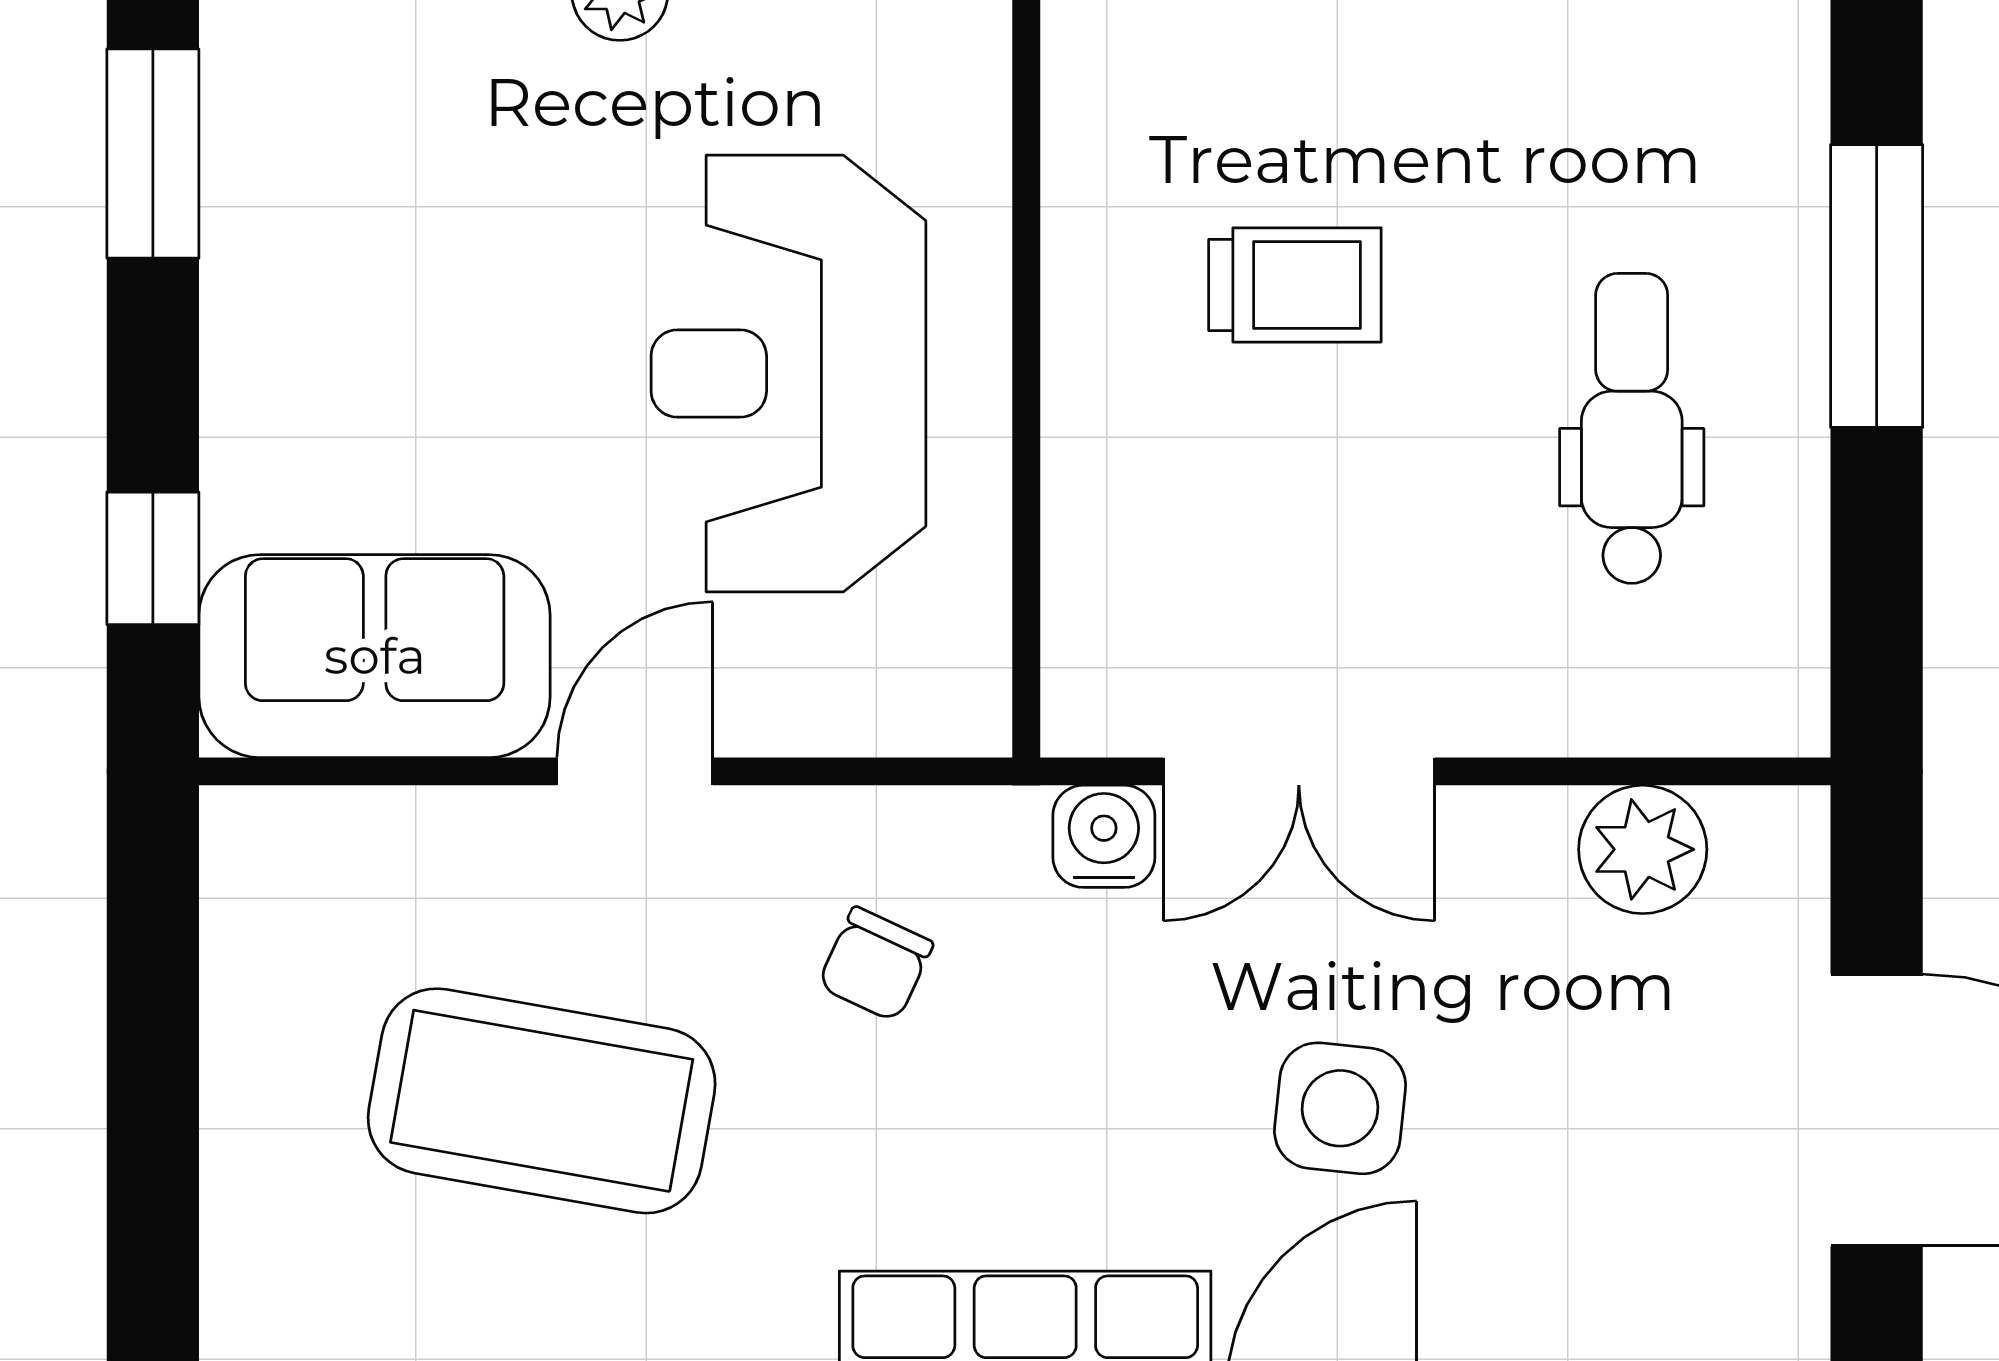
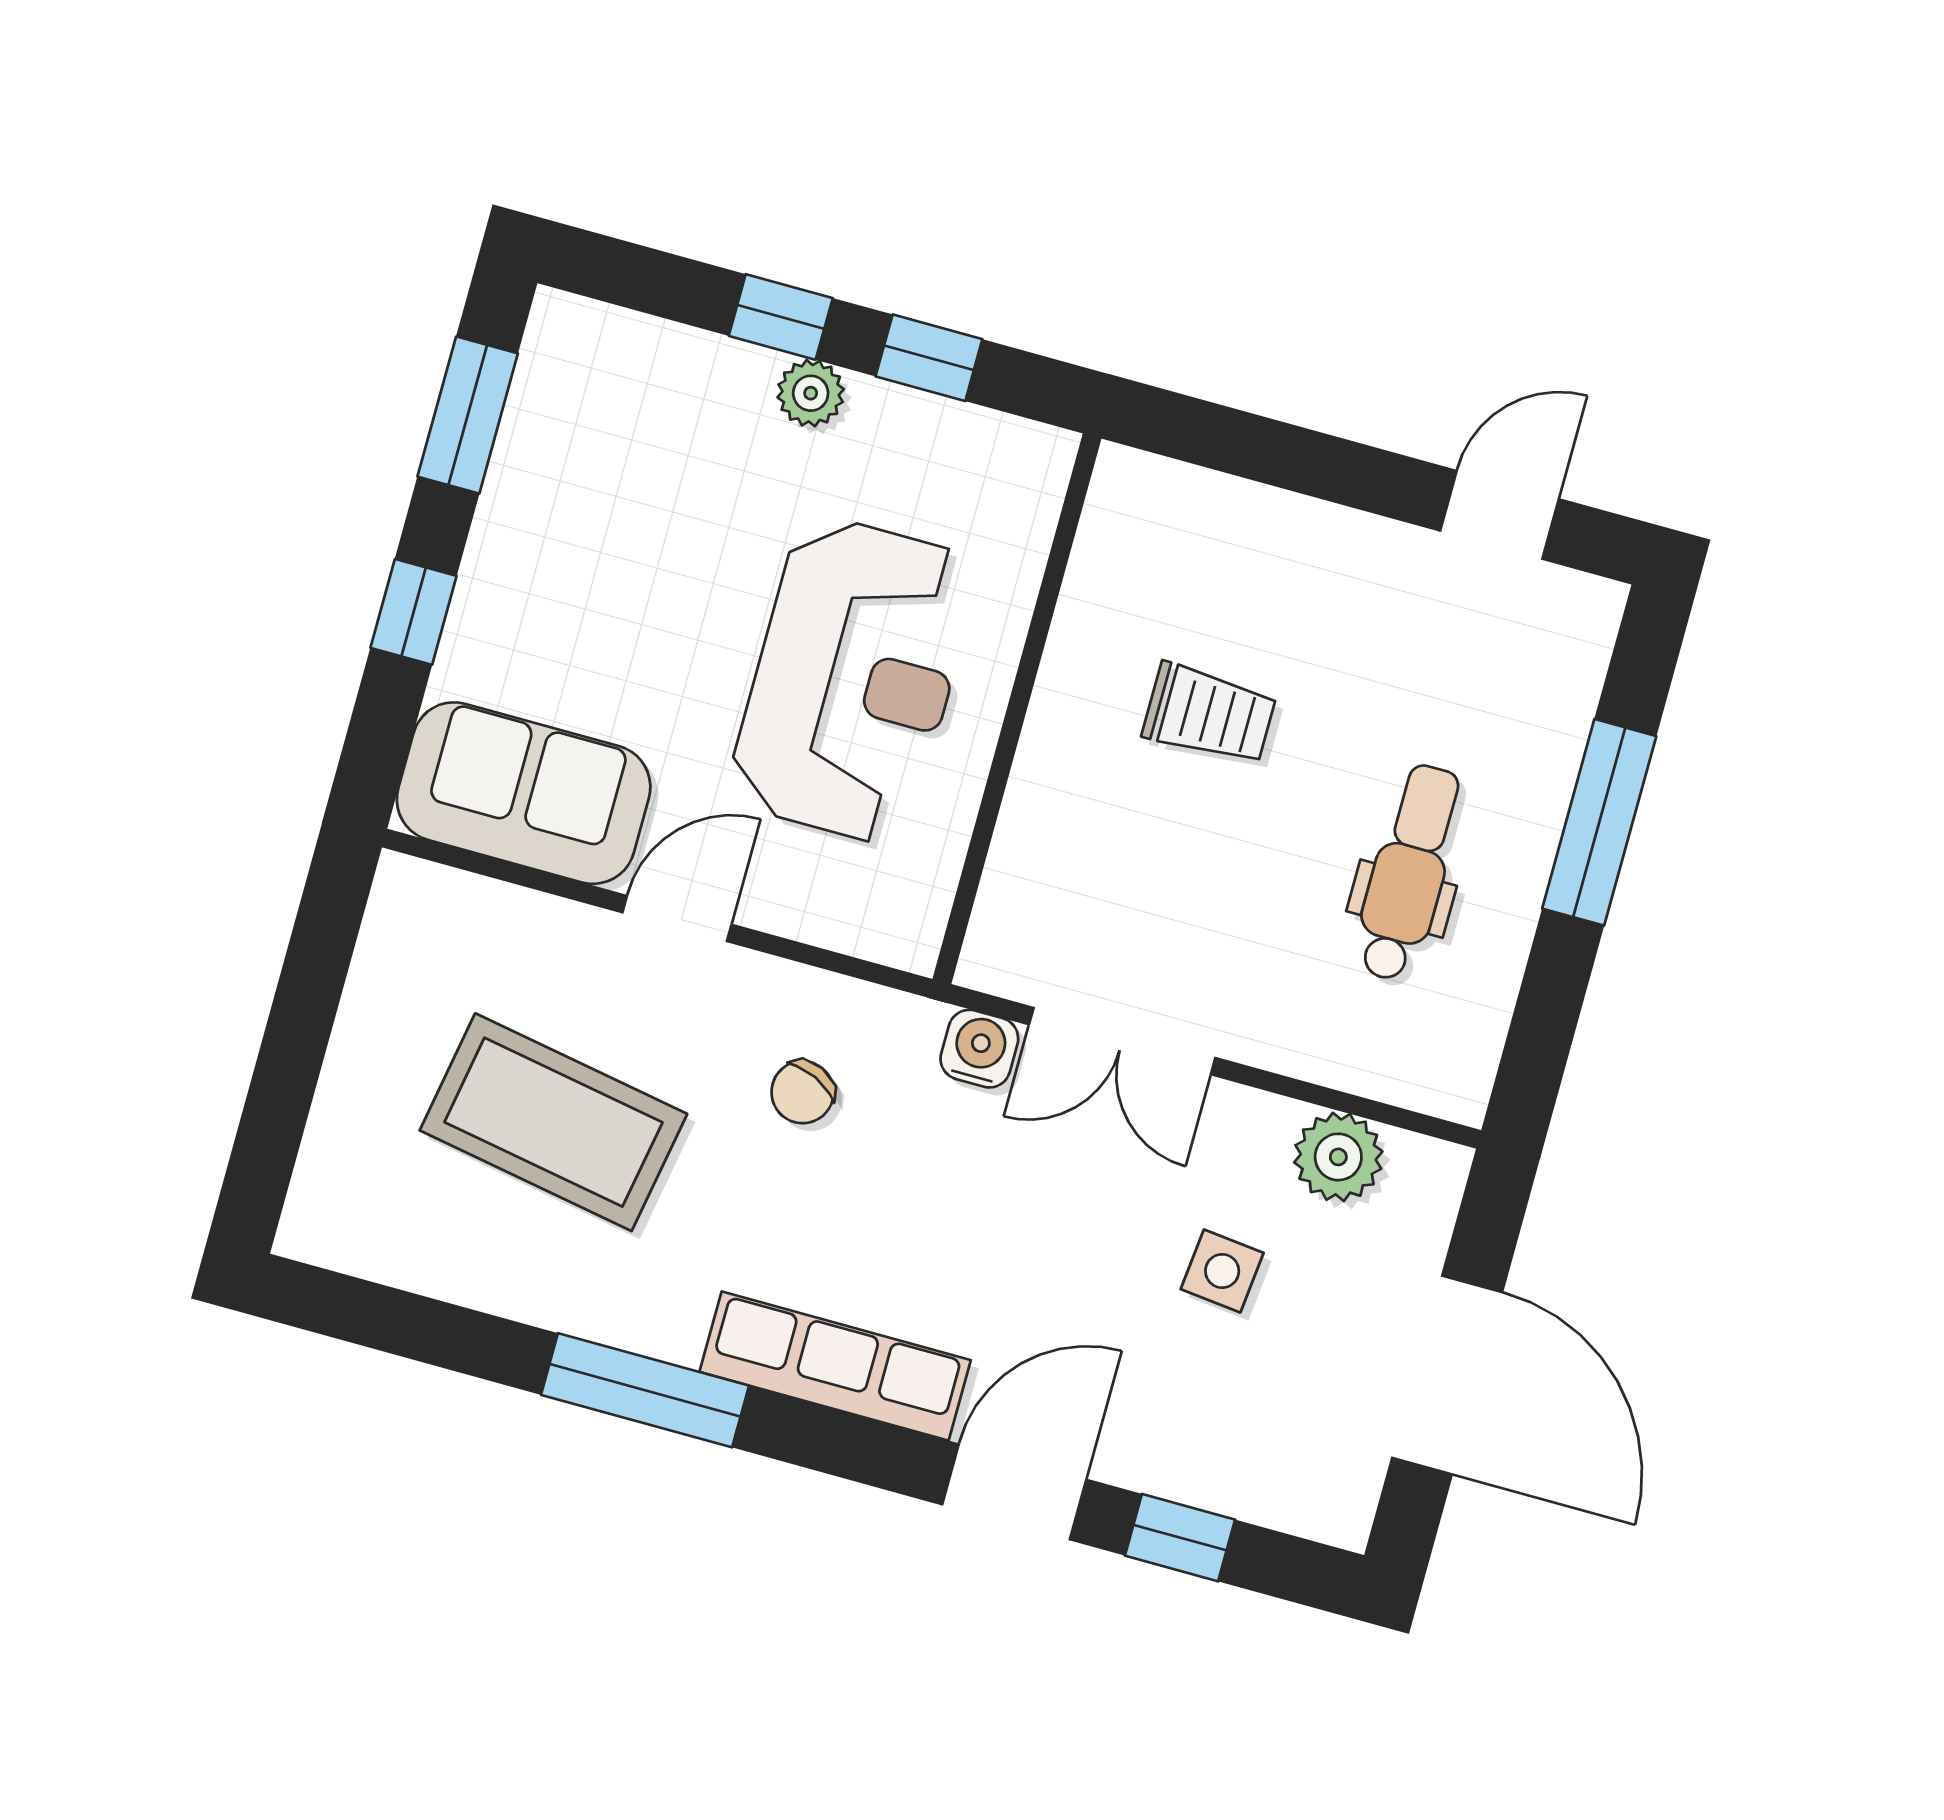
reception desk: (788, 374) -> (853, 680), turned 180
window: (153, 558) -> (414, 612), moved
side table: (1340, 1108) -> (1222, 1271), moved, width x0.73, depth x0.73

